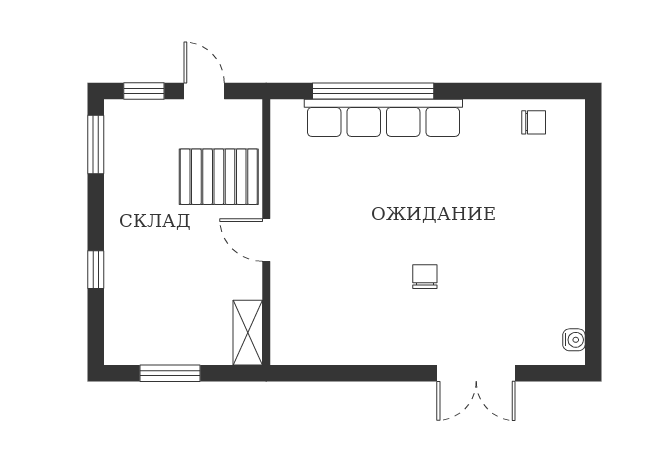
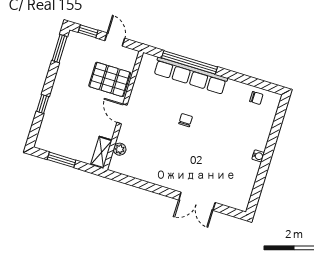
chair: (425, 277) -> (186, 120), moved
plant: (283, 315) -> (120, 149), added
water cooler: (574, 340) -> (258, 156), moved

